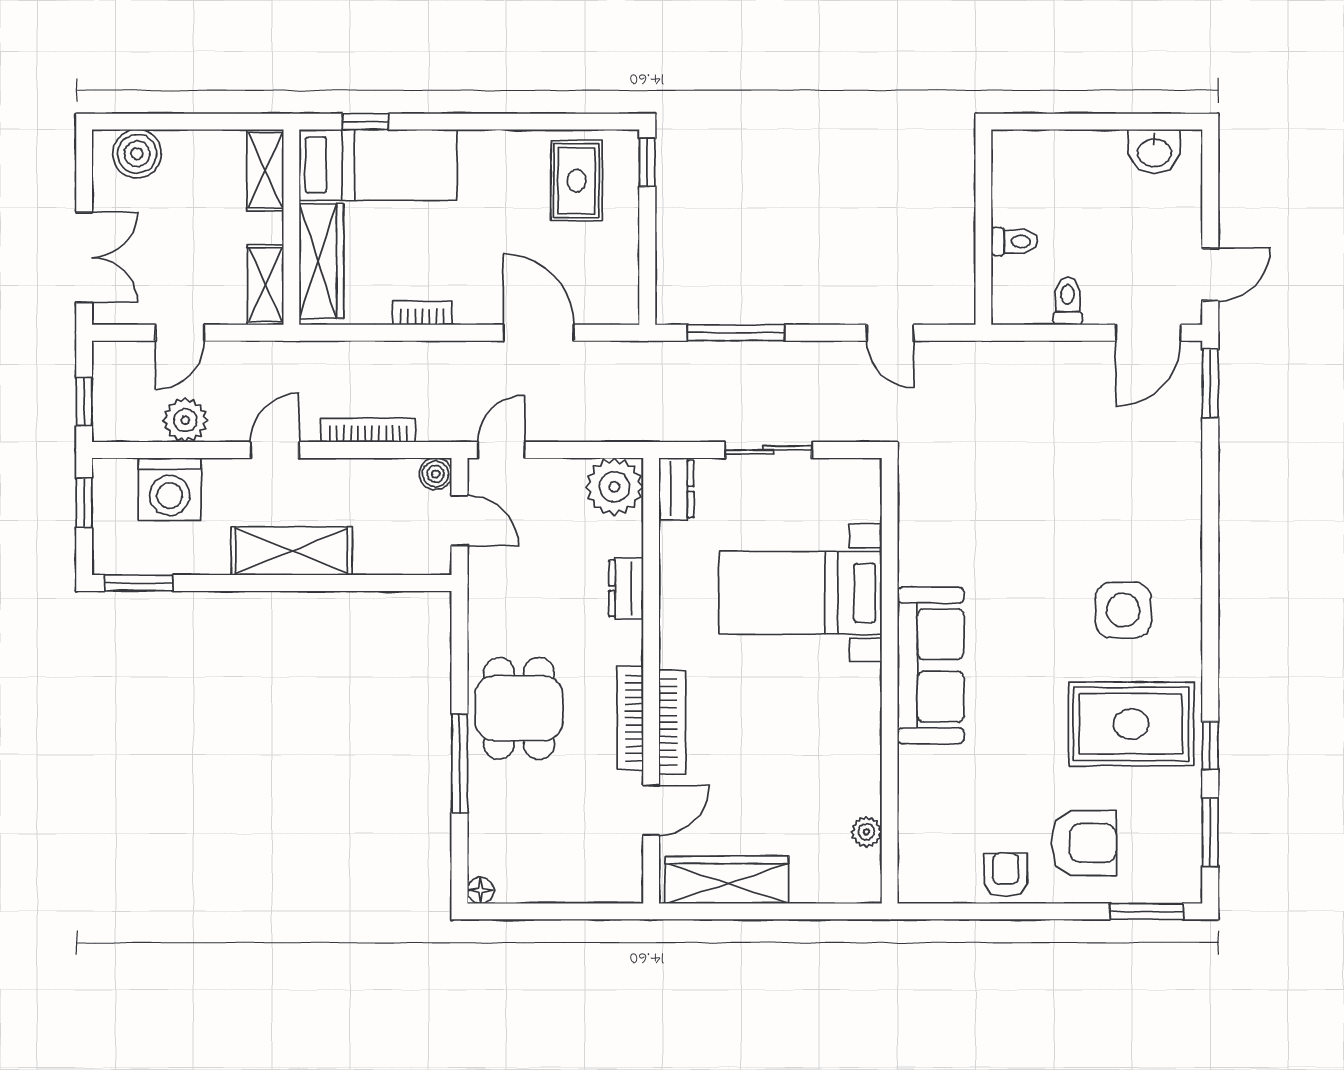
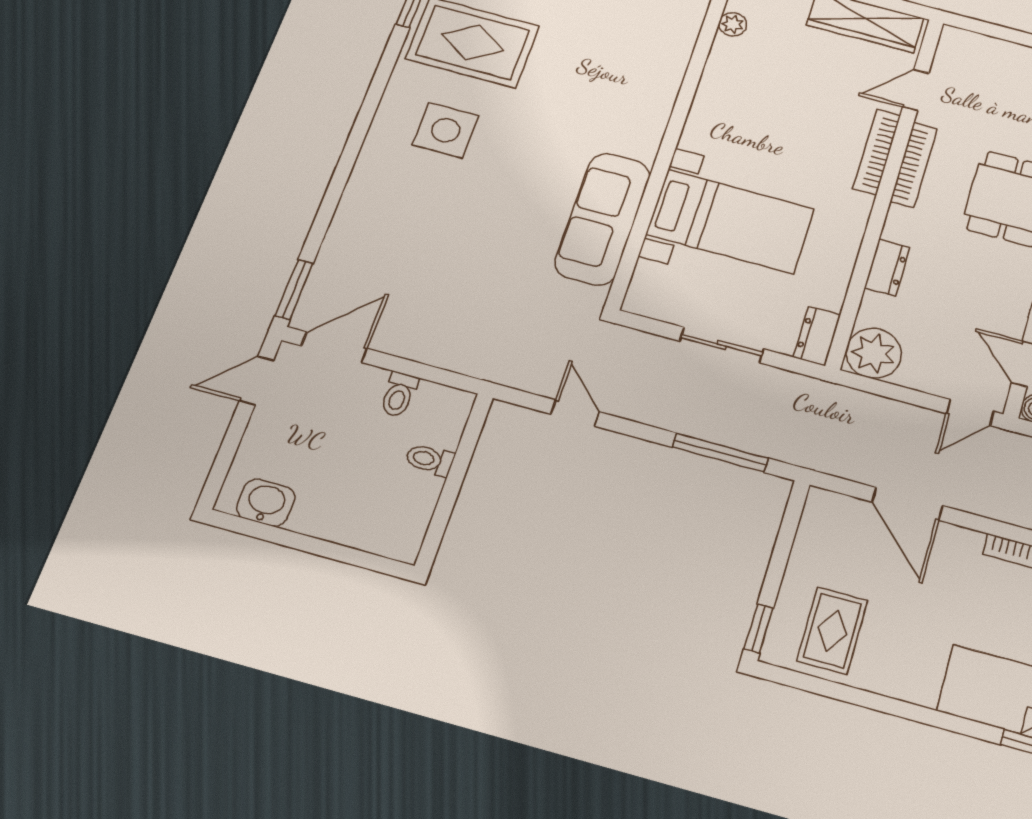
sofa: (931, 665) -> (603, 219), moved

